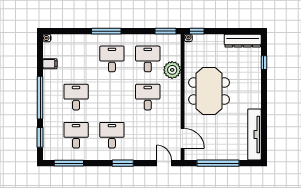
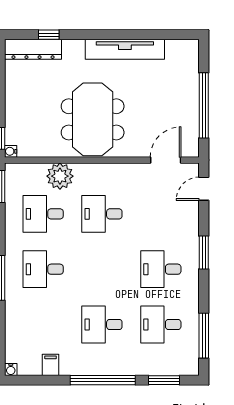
dresser: (243, 41) -> (33, 49), moved, turned 90
meeting table: (209, 91) -> (93, 119), turned 90
tv unit: (254, 135) -> (125, 49), moved

